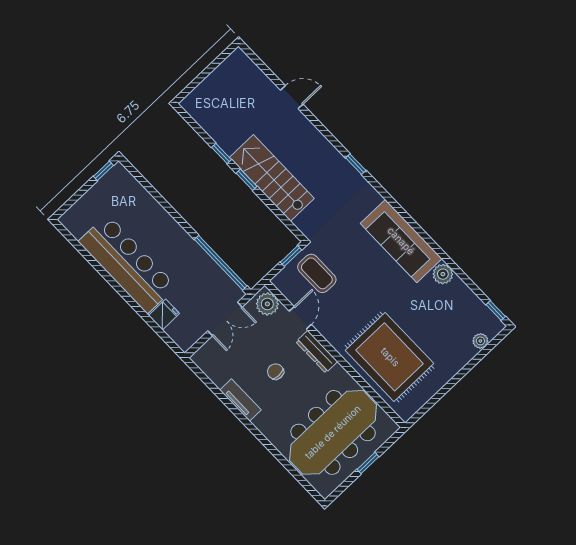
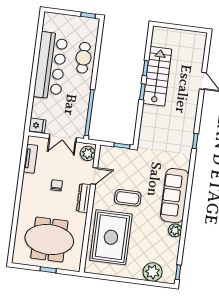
stairs: (272, 178) -> (157, 76), moved
cafe table: (149, 217) -> (84, 58), added
coffee table: (317, 273) -> (128, 198), moved, turned 90
fridge: (164, 315) -> (37, 125), moved
plant: (480, 341) -> (153, 272), width x1.88, depth x1.88
tv unit: (240, 400) -> (30, 159), moved
meeting table: (333, 432) -> (49, 240), width x0.73

